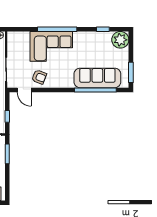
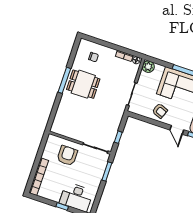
plant: (13, 37) -> (148, 67), added
door: (24, 90) -> (177, 130), moved

